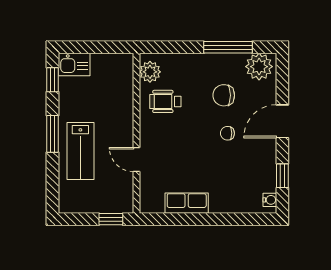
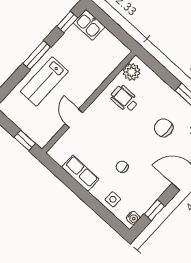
chair: (227, 133) -> (122, 167), moved
side table: (237, 200) -> (113, 199), added

